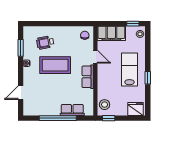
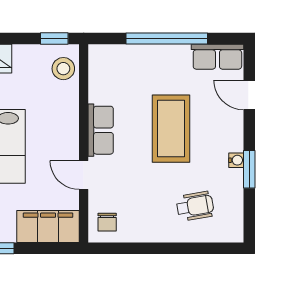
window: (21, 48) -> (249, 169), moved
coffee table: (55, 65) -> (171, 129), moved, turned 90
door: (21, 93) -> (249, 95), swing flipped
row of seats: (72, 110) -> (217, 57), moved

